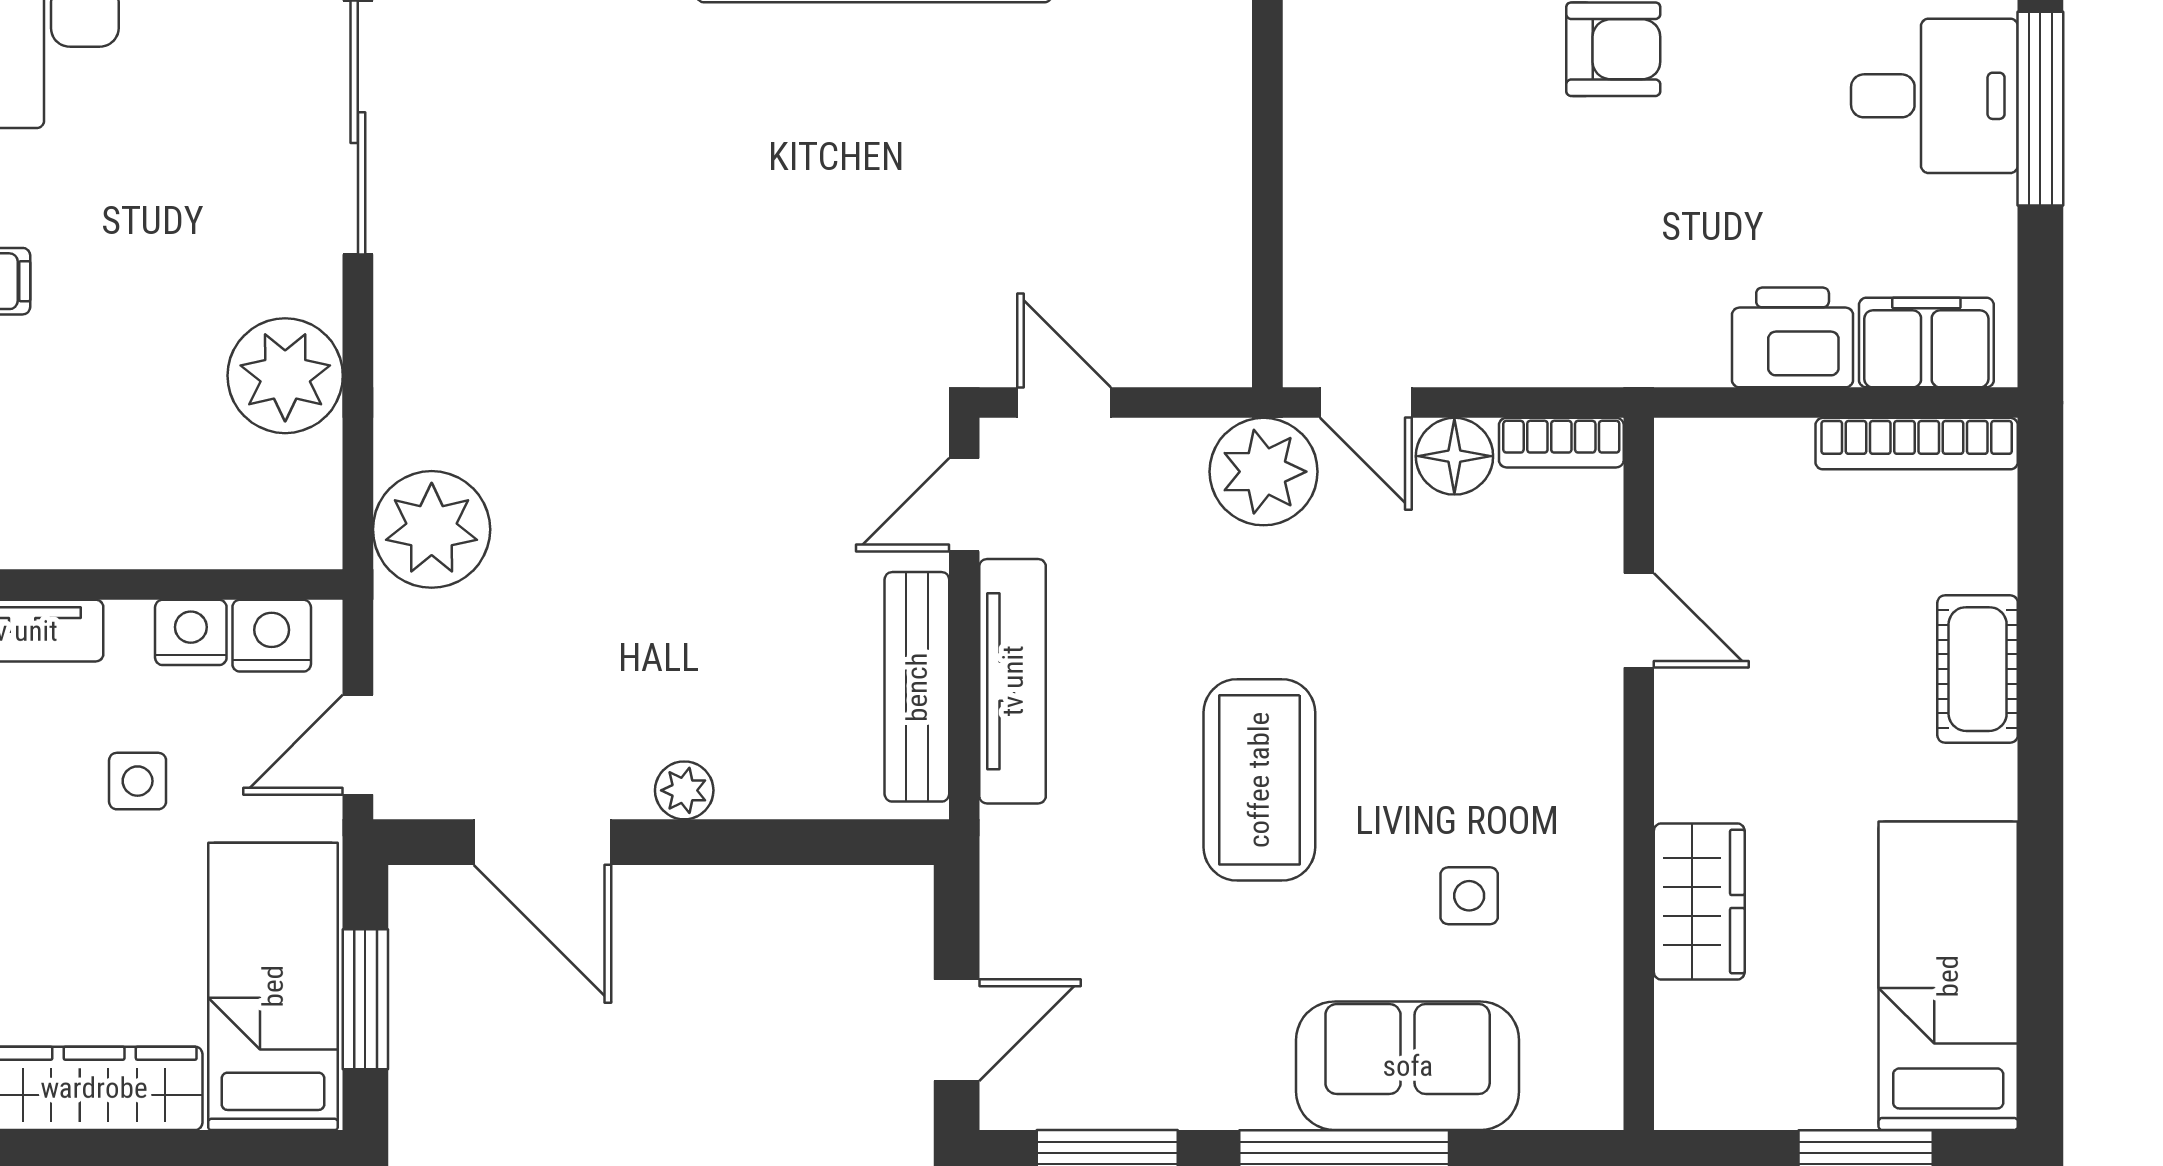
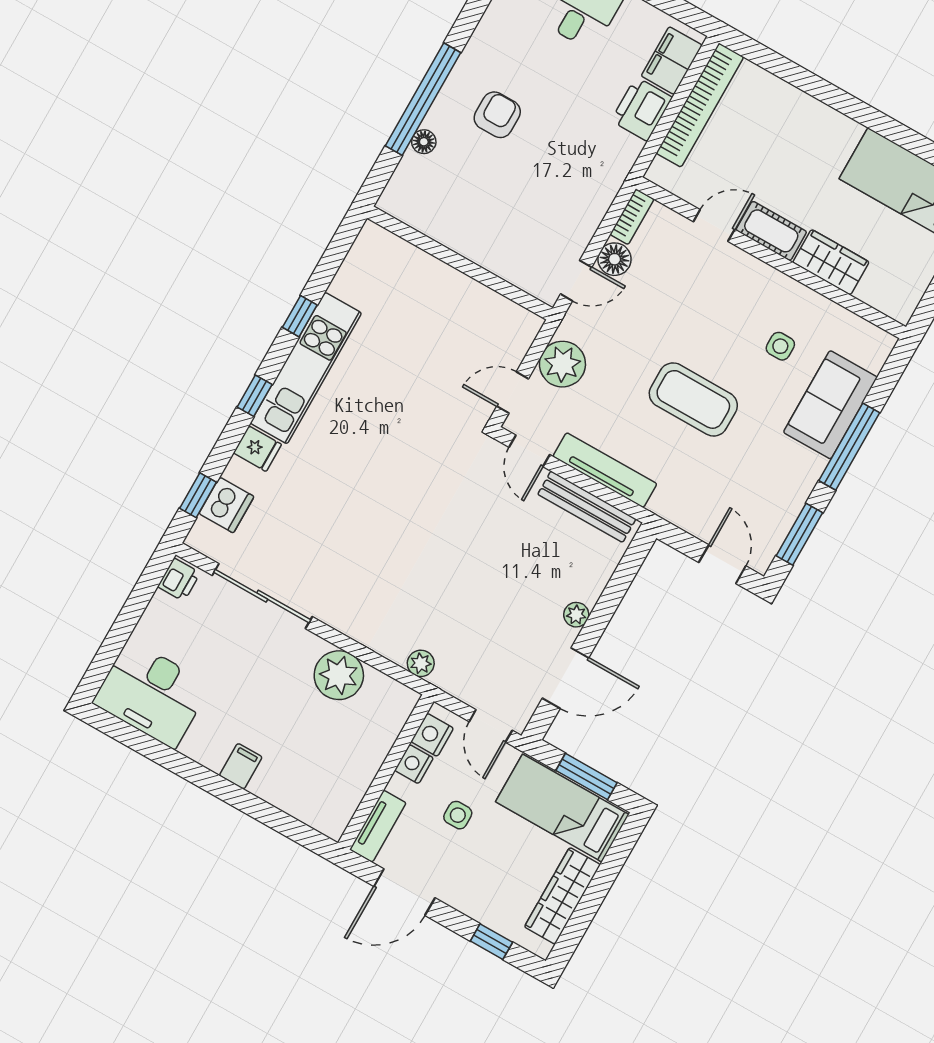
bookcase: (1917, 444) -> (700, 105), width x1.48, depth x1.31
plant: (1264, 472) -> (562, 364), moved
plant: (432, 529) -> (421, 663), width x0.53, depth x0.53
cot: (1978, 669) -> (771, 231), moved

